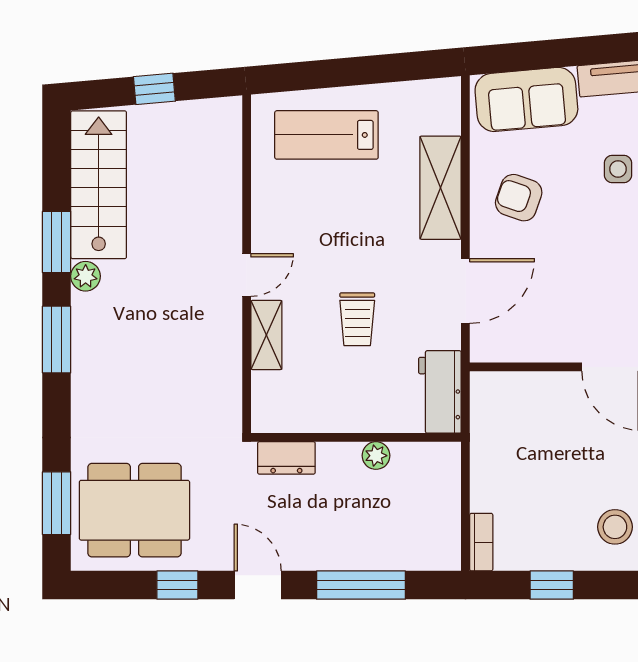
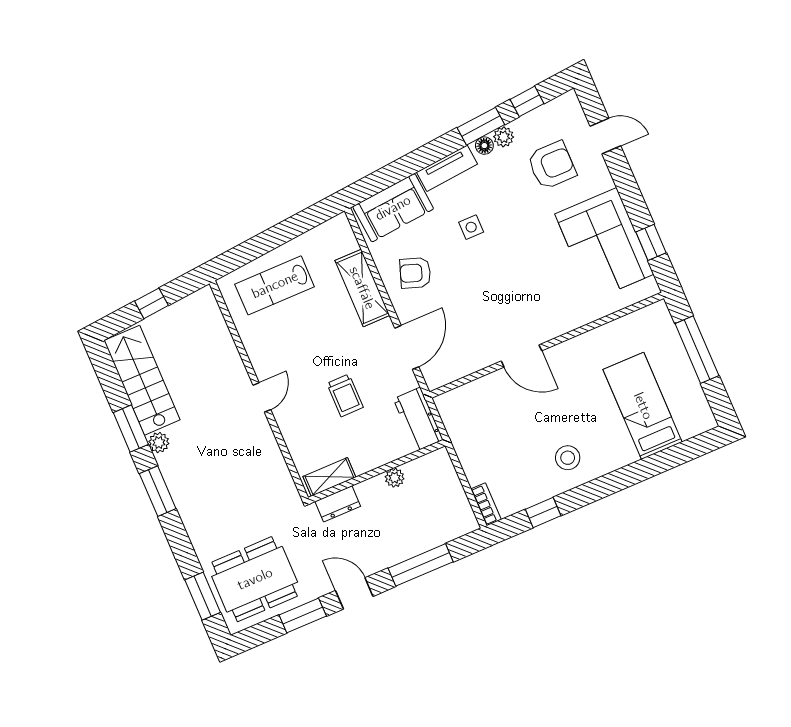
shelving: (266, 335) -> (329, 477), moved, turned 90
window: (177, 585) -> (303, 615), width x1.50

